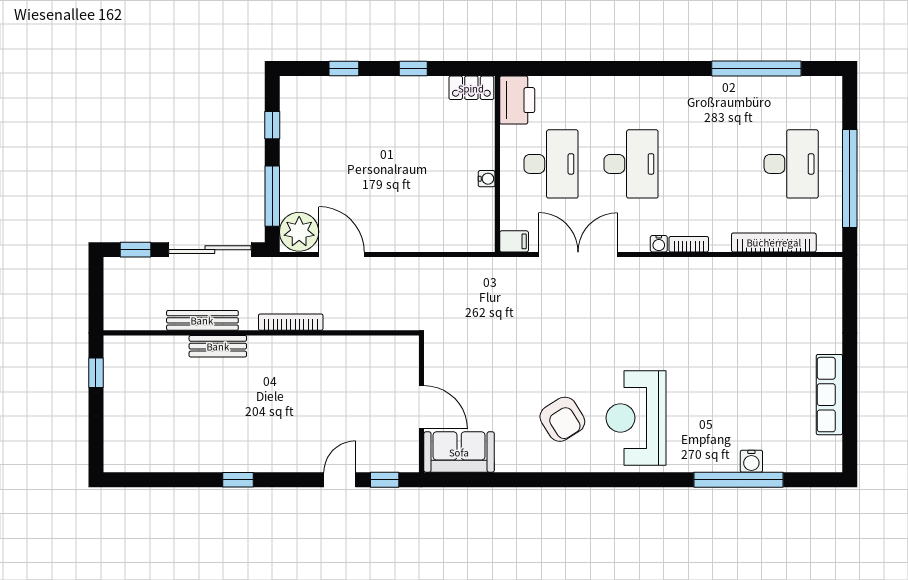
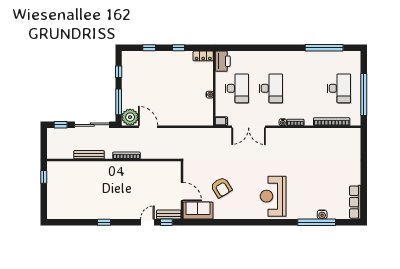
double door: (578, 255) -> (249, 127), swing flipped
bench: (218, 346) -> (169, 215), moved
row of seats: (829, 395) -> (355, 202), moved
armchair: (562, 419) -> (221, 187), moved

